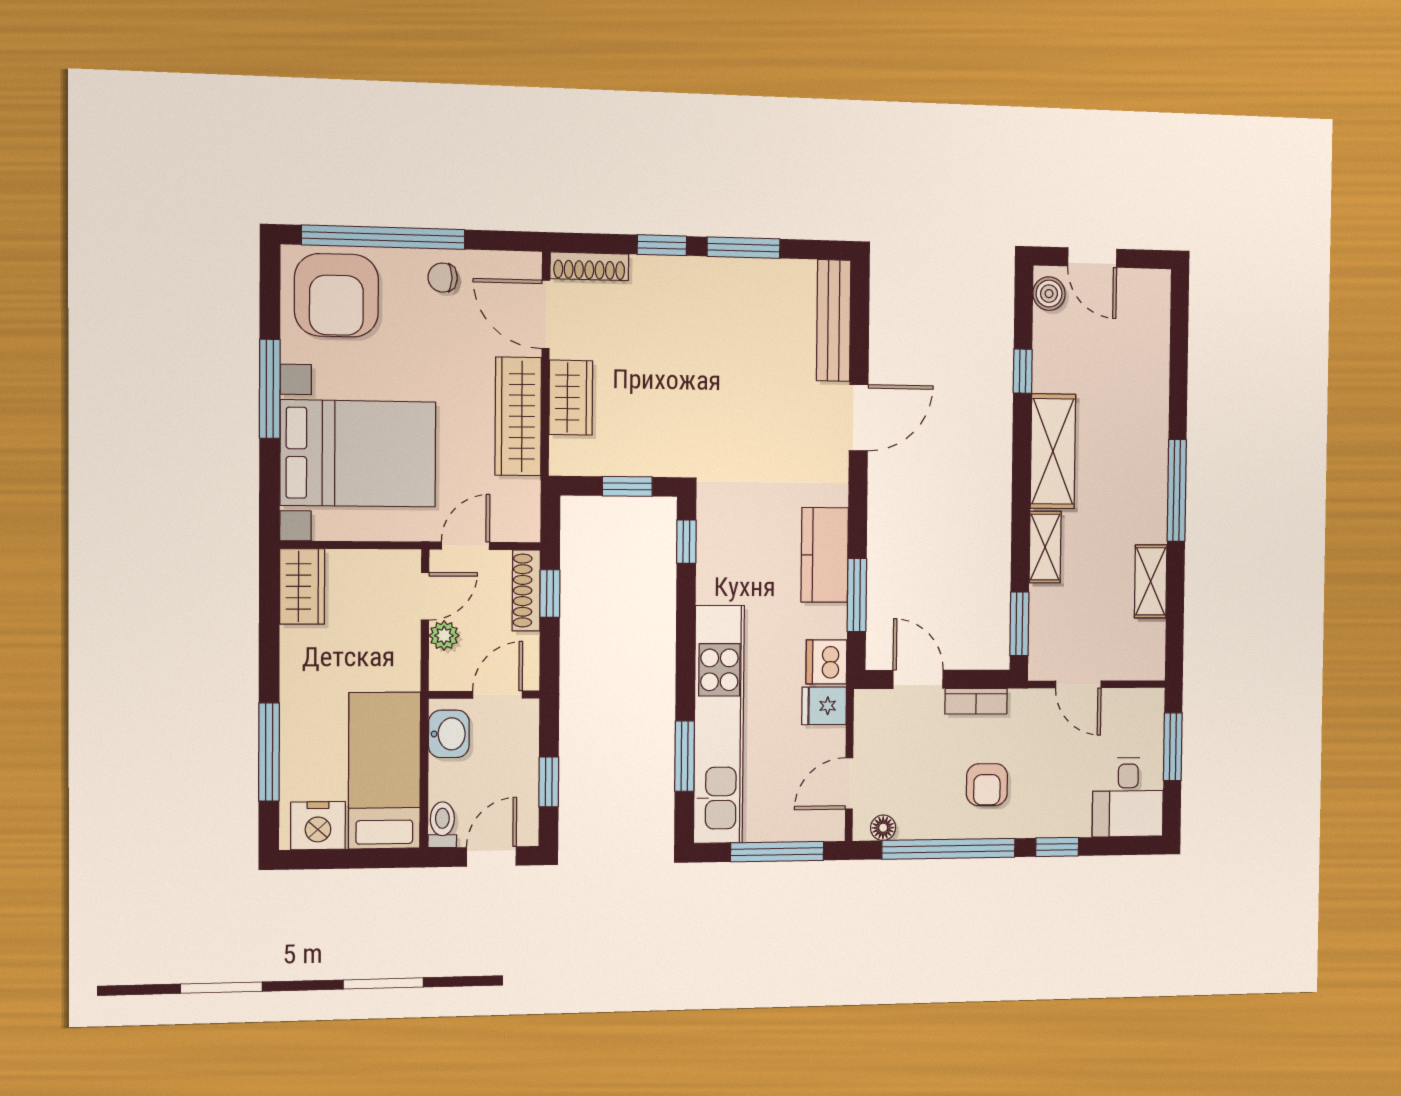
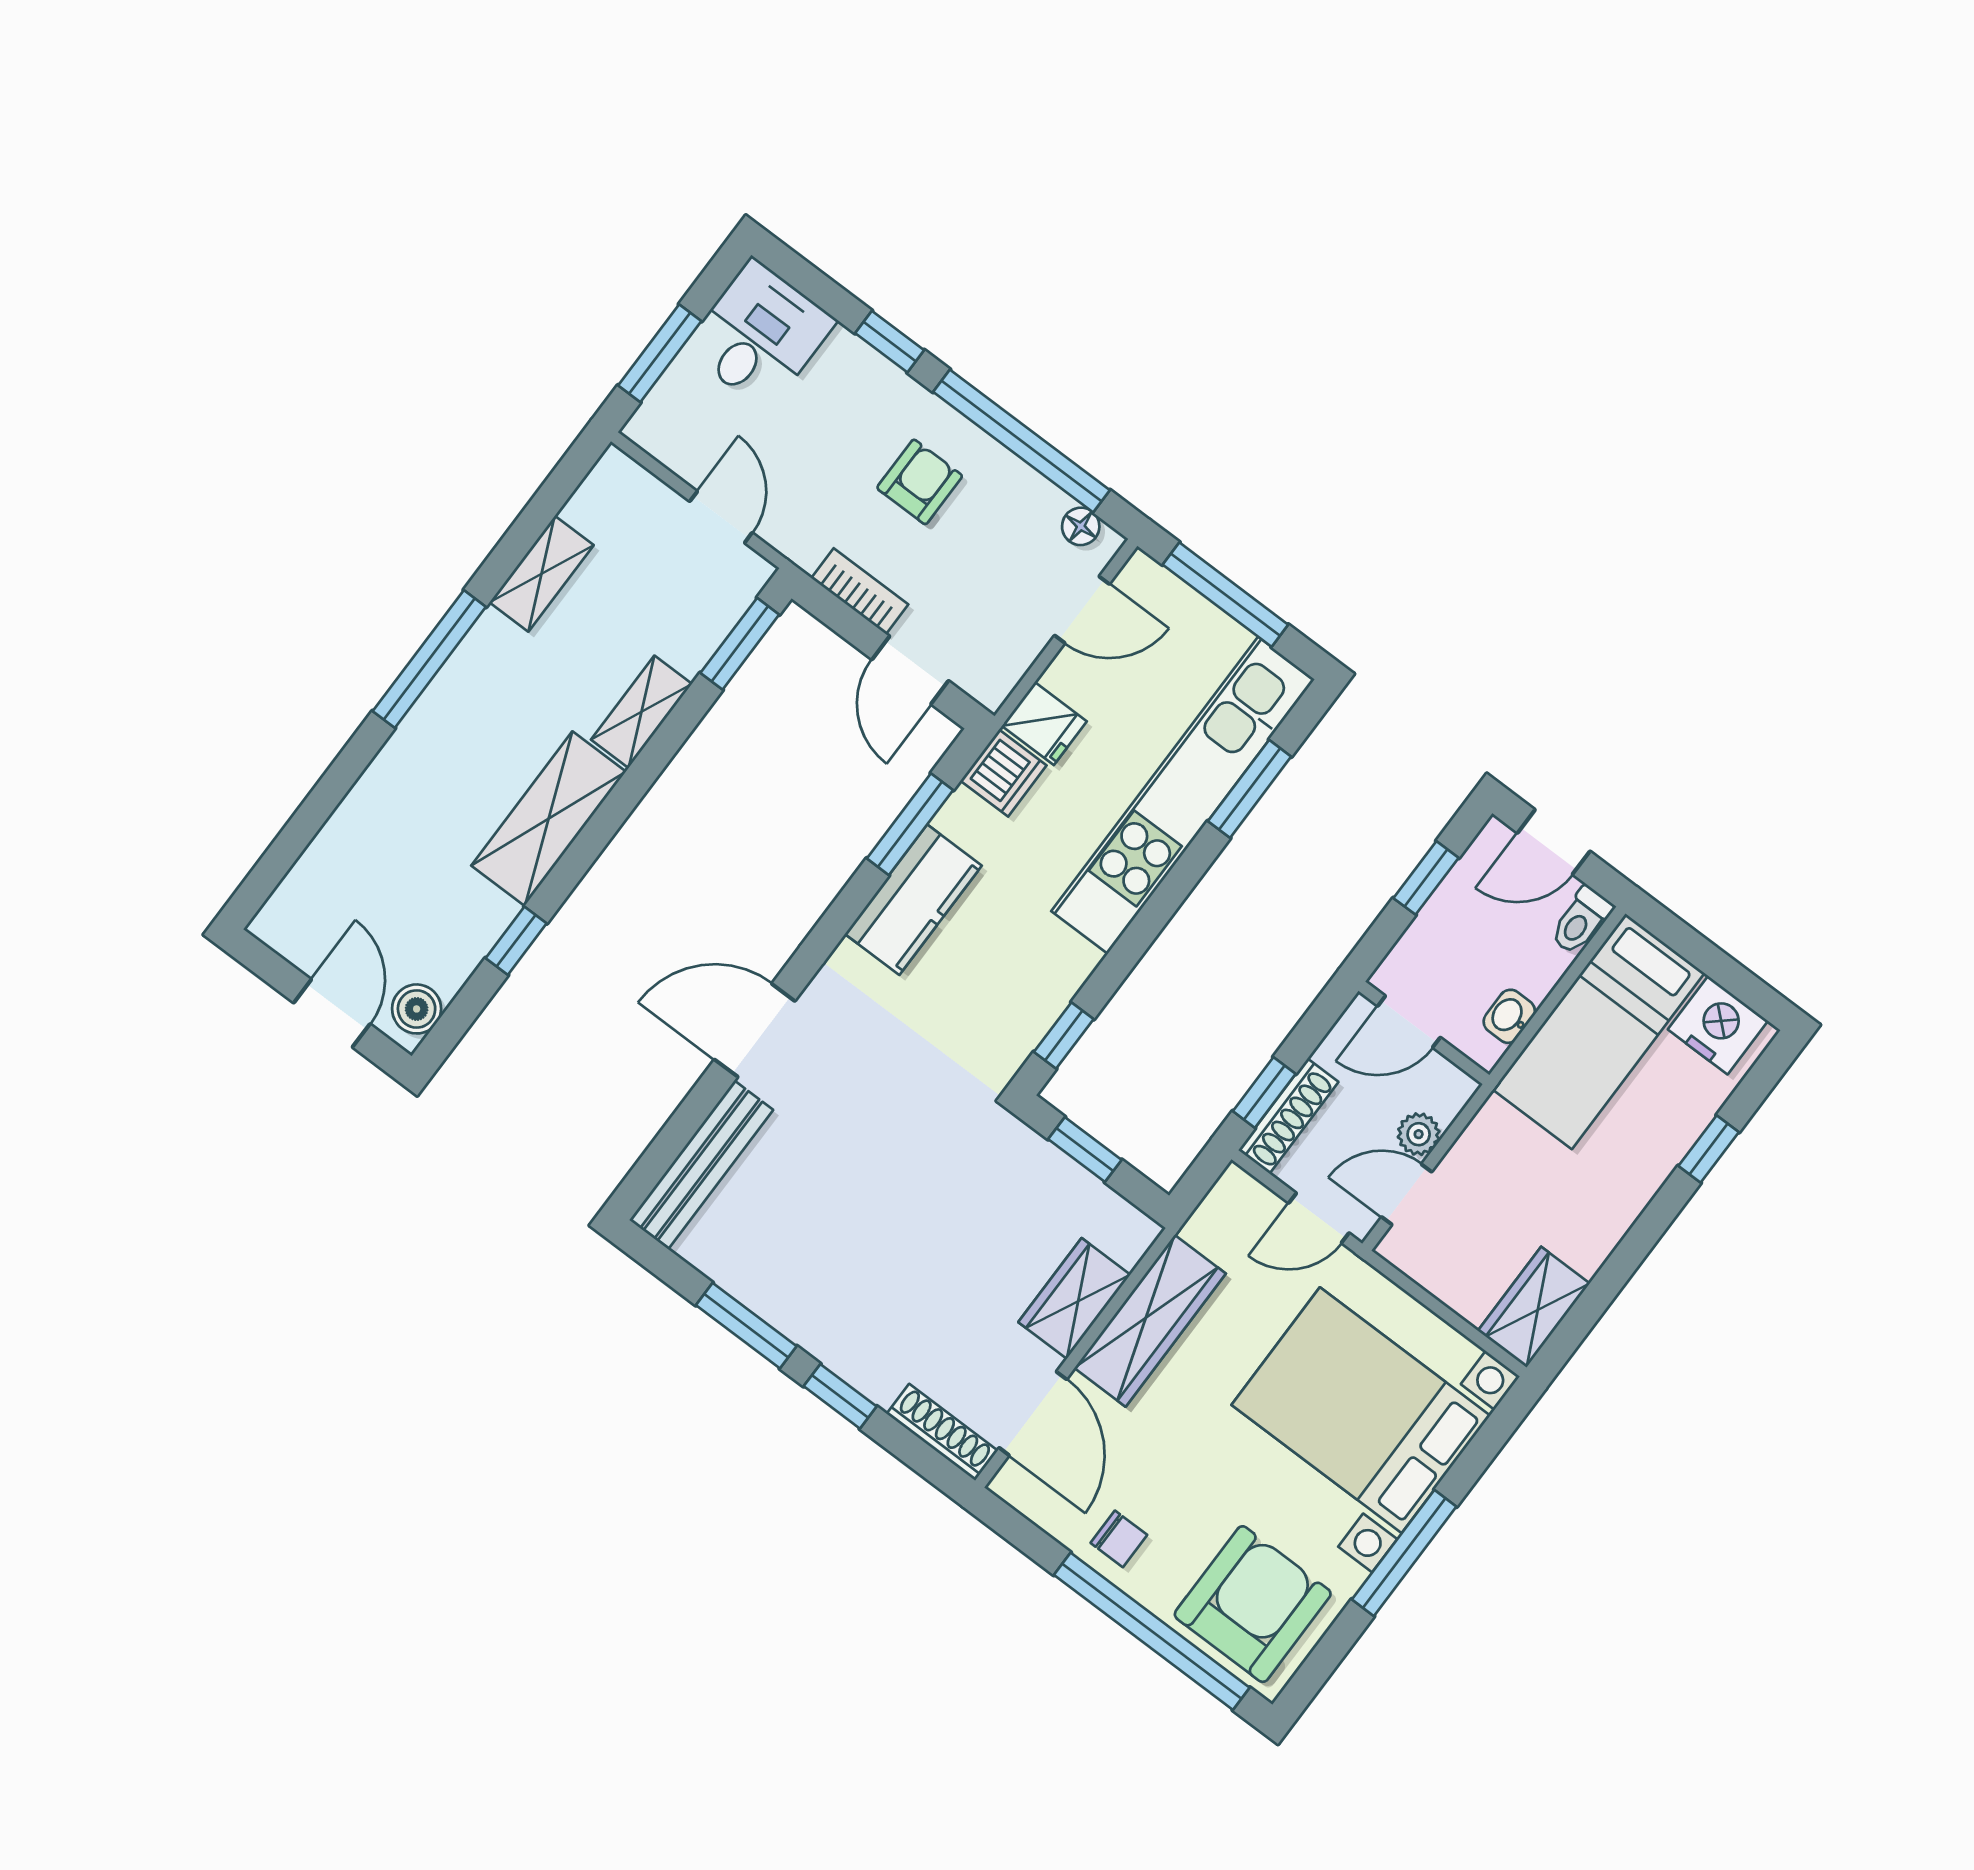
washbasin: (449, 734) -> (1509, 1016), width x0.72, depth x0.69
window: (269, 752) -> (1709, 1149), width x0.46

